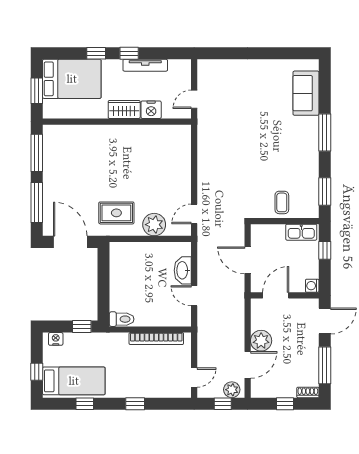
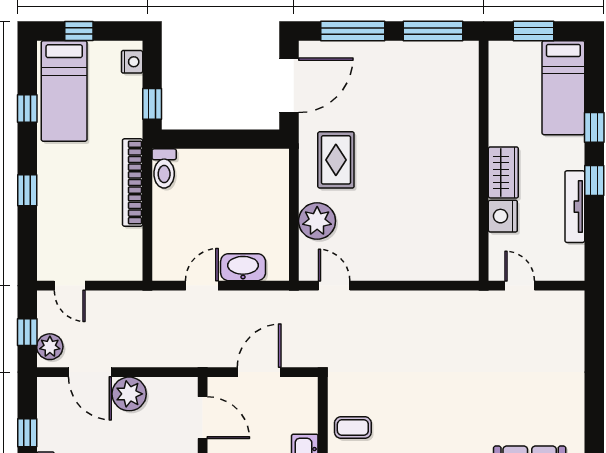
bed: (72, 79) -> (563, 88), width x0.67
bookcase: (156, 339) -> (133, 182), moved

